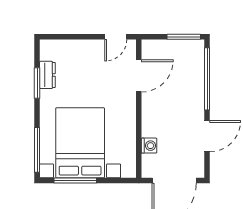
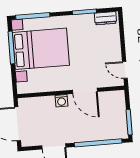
dresser: (47, 75) -> (105, 18), moved
door: (139, 76) -> (85, 91), moved
washing machine: (149, 146) -> (61, 101), moved

